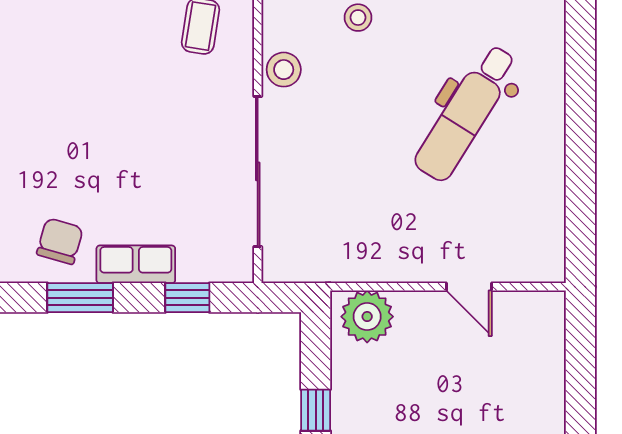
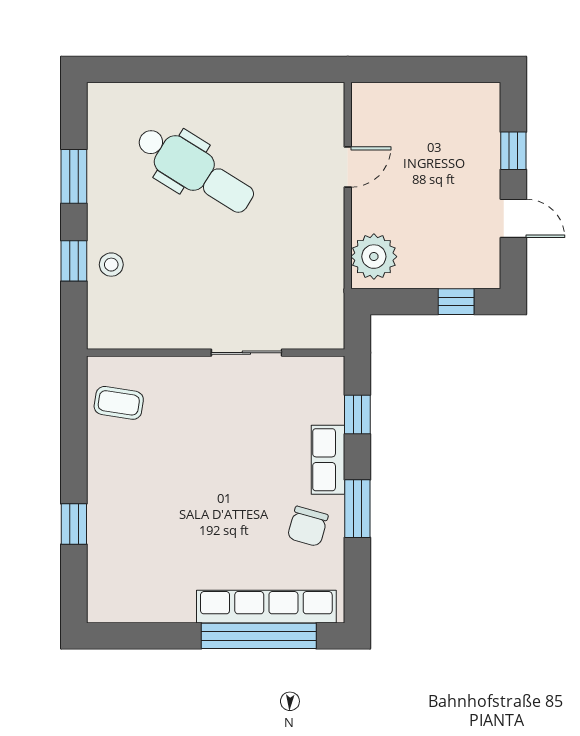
stool: (284, 70) -> (157, 330), removed
sliding door: (258, 171) -> (246, 353), width x0.54
chair: (60, 241) -> (308, 526), turned -90

